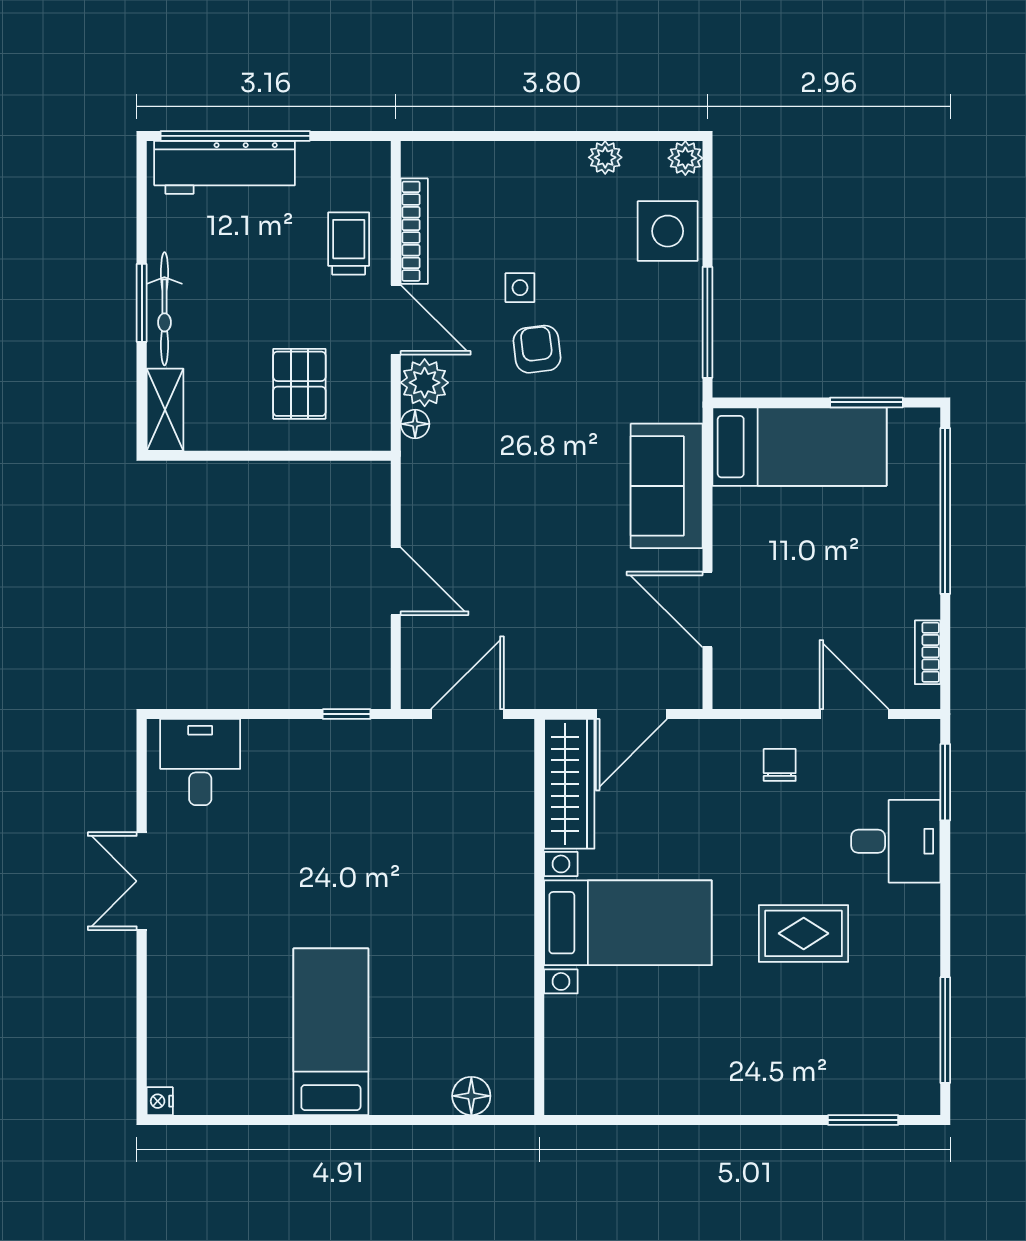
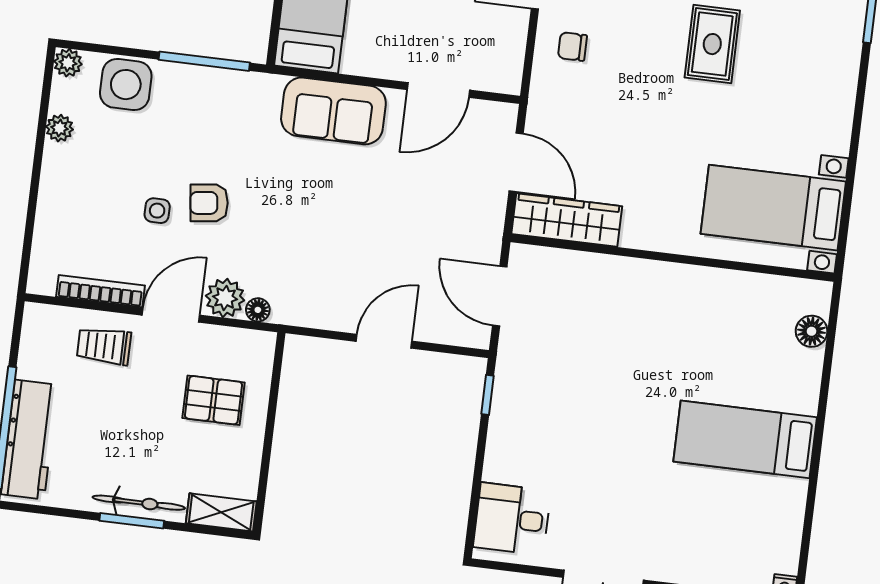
bed with nightstands: (628, 923) -> (773, 208), moved, turned -90

